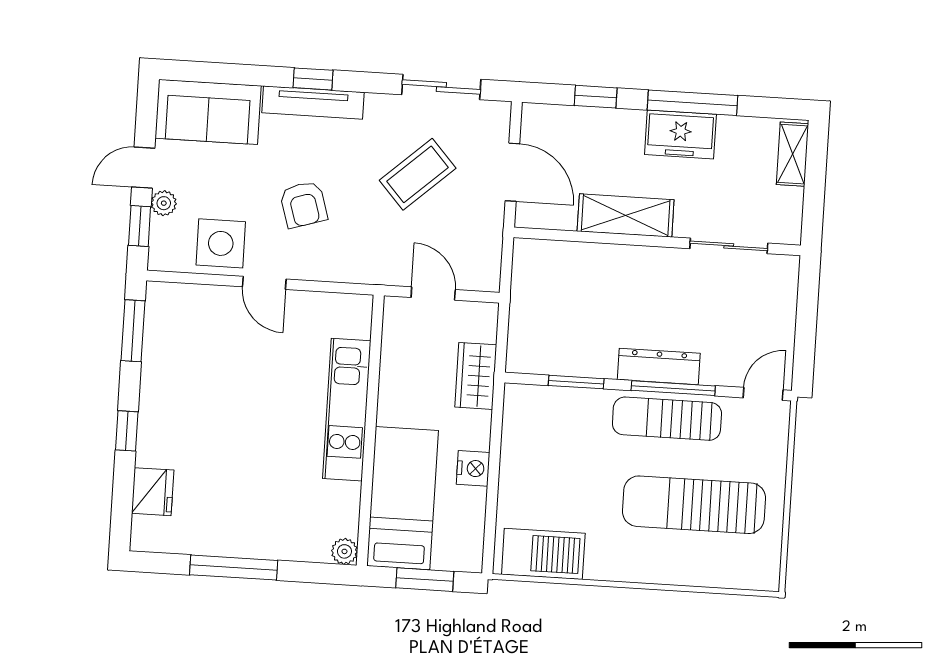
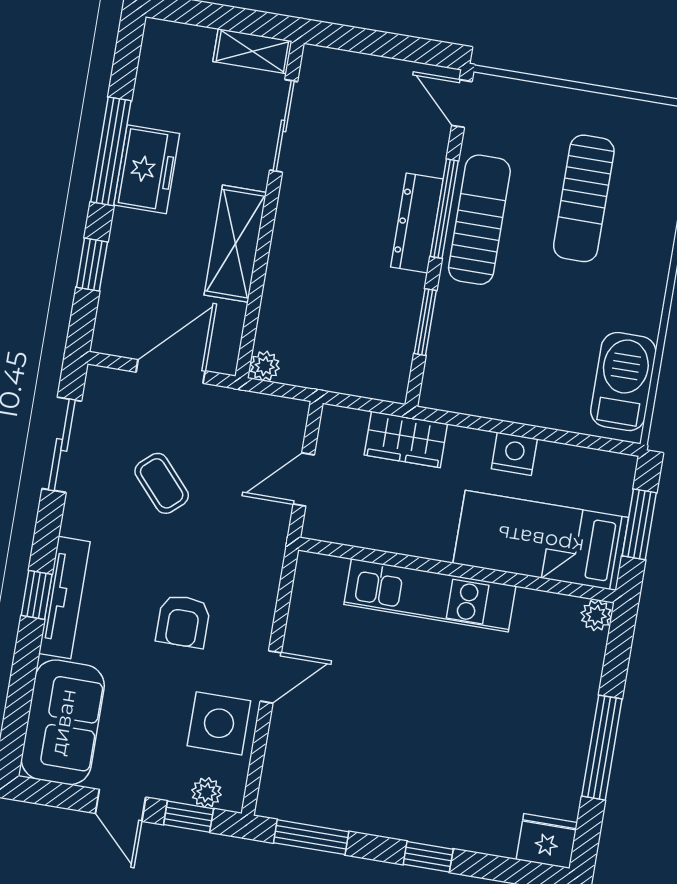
shelving: (793, 154) -> (252, 51), moved
coffee table: (418, 174) -> (162, 483), width x0.73, depth x0.77
plant: (164, 203) -> (206, 792), moved
armchair: (304, 204) -> (183, 621), turned 107
plant: (525, 251) -> (265, 366), added
sun lounger: (667, 419) -> (479, 220), turned 180
fridge: (153, 492) -> (547, 841), moved
sun lounger: (694, 505) -> (584, 198), width x0.73, depth x0.75

